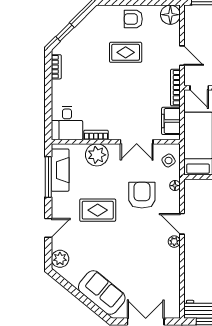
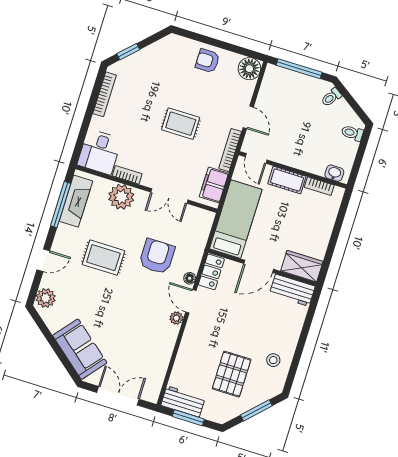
rug: (126, 52) -> (181, 124), moved
bookcase: (56, 67) -> (105, 94), width x1.56
side table: (169, 161) -> (198, 227), removed
floor lamp: (175, 186) -> (190, 278), moved
locker: (191, 194) -> (211, 272), added

